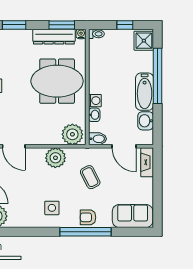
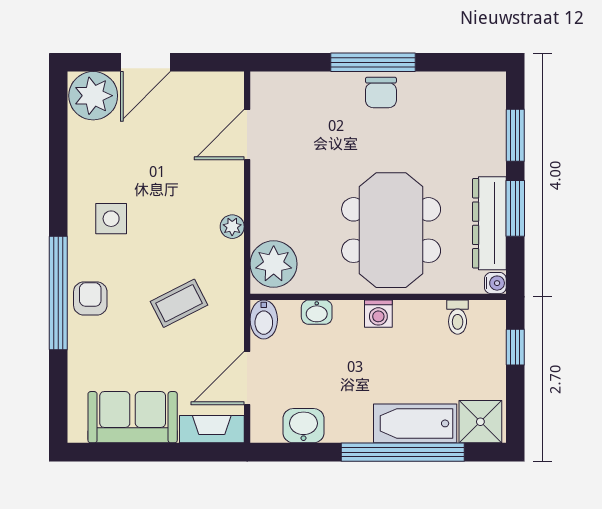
window: (62, 25) -> (515, 208), moved
window: (125, 25) -> (515, 347), moved
toilet: (96, 34) -> (458, 317), moved
bathtub: (145, 92) -> (415, 423), moved
washing machine: (95, 101) -> (378, 314), moved
plant: (55, 158) -> (232, 227), width x0.53, depth x0.53
sofa: (133, 216) -> (133, 417), moved, turned -90

